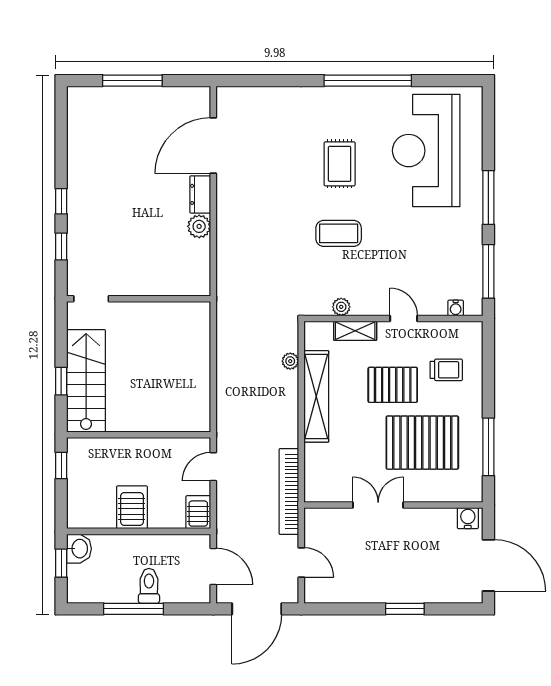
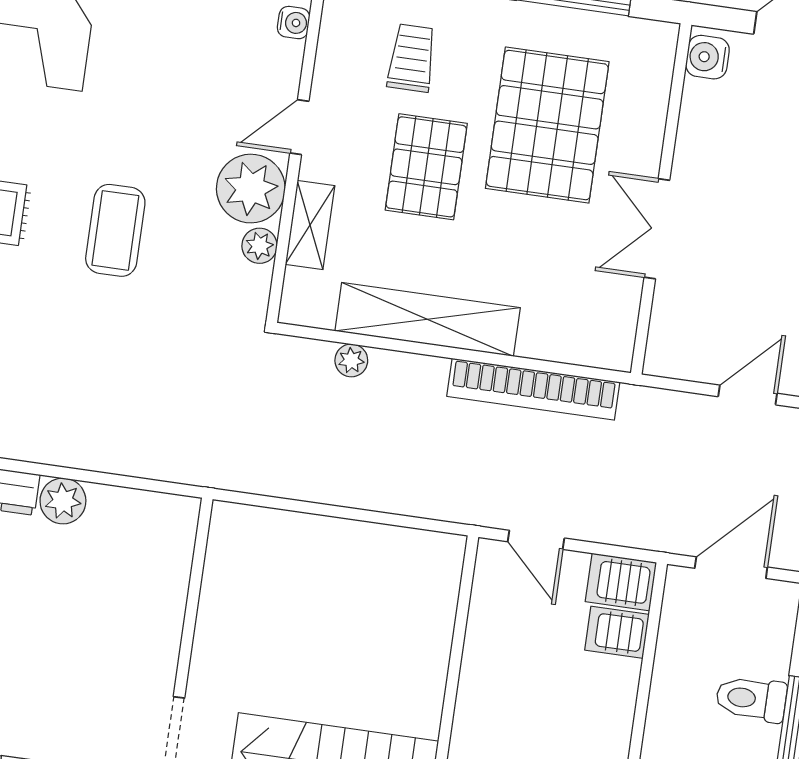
plant: (369, 298) -> (251, 189), added
bookcase: (289, 492) -> (533, 389), moved
server rack: (132, 507) -> (617, 632), moved, width x0.73, depth x0.70

